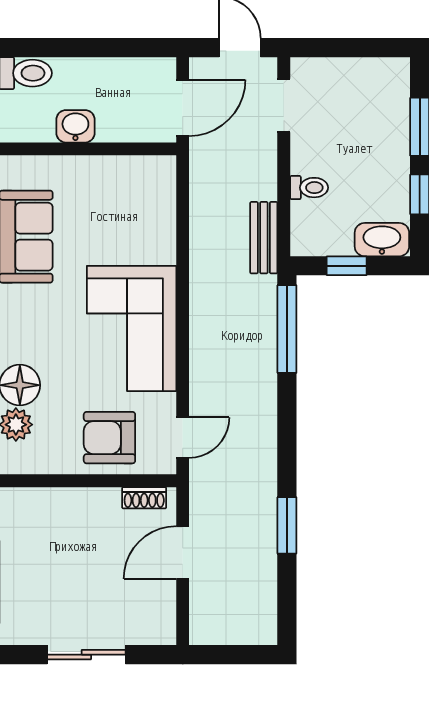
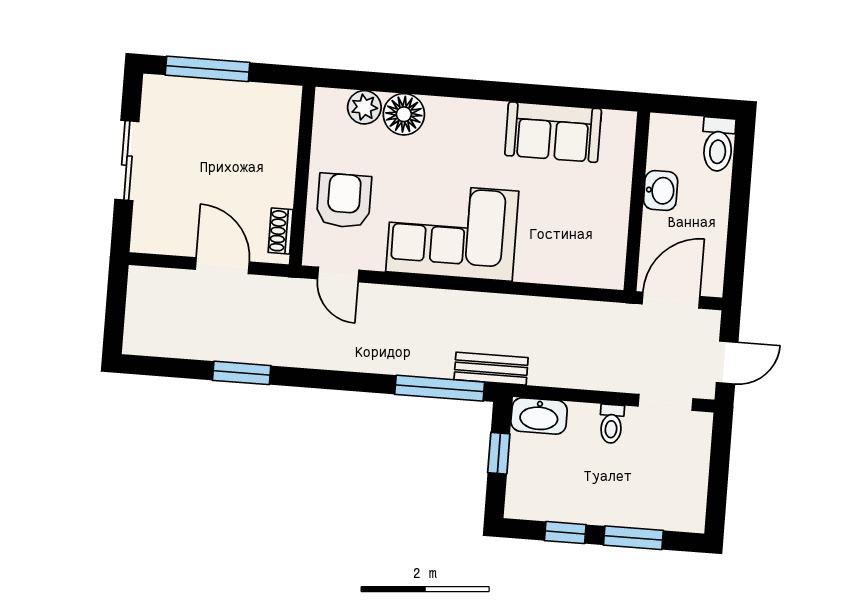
door: (183, 108) -> (671, 300), swing flipped
toilet: (309, 188) -> (611, 424), moved
bench: (264, 238) -> (491, 369), moved
washbasin: (382, 240) -> (539, 416), moved, turned 90

